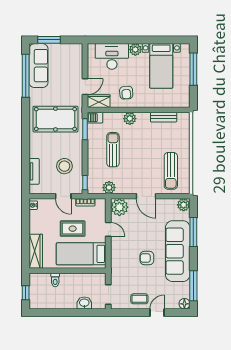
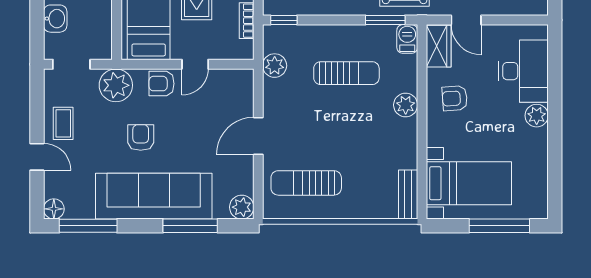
bed with nightstands: (161, 66) -> (469, 183), moved, turned 180
bench: (164, 117) -> (408, 195), moved
plant: (119, 207) -> (116, 85), moved
armchair: (118, 247) -> (162, 84), added

